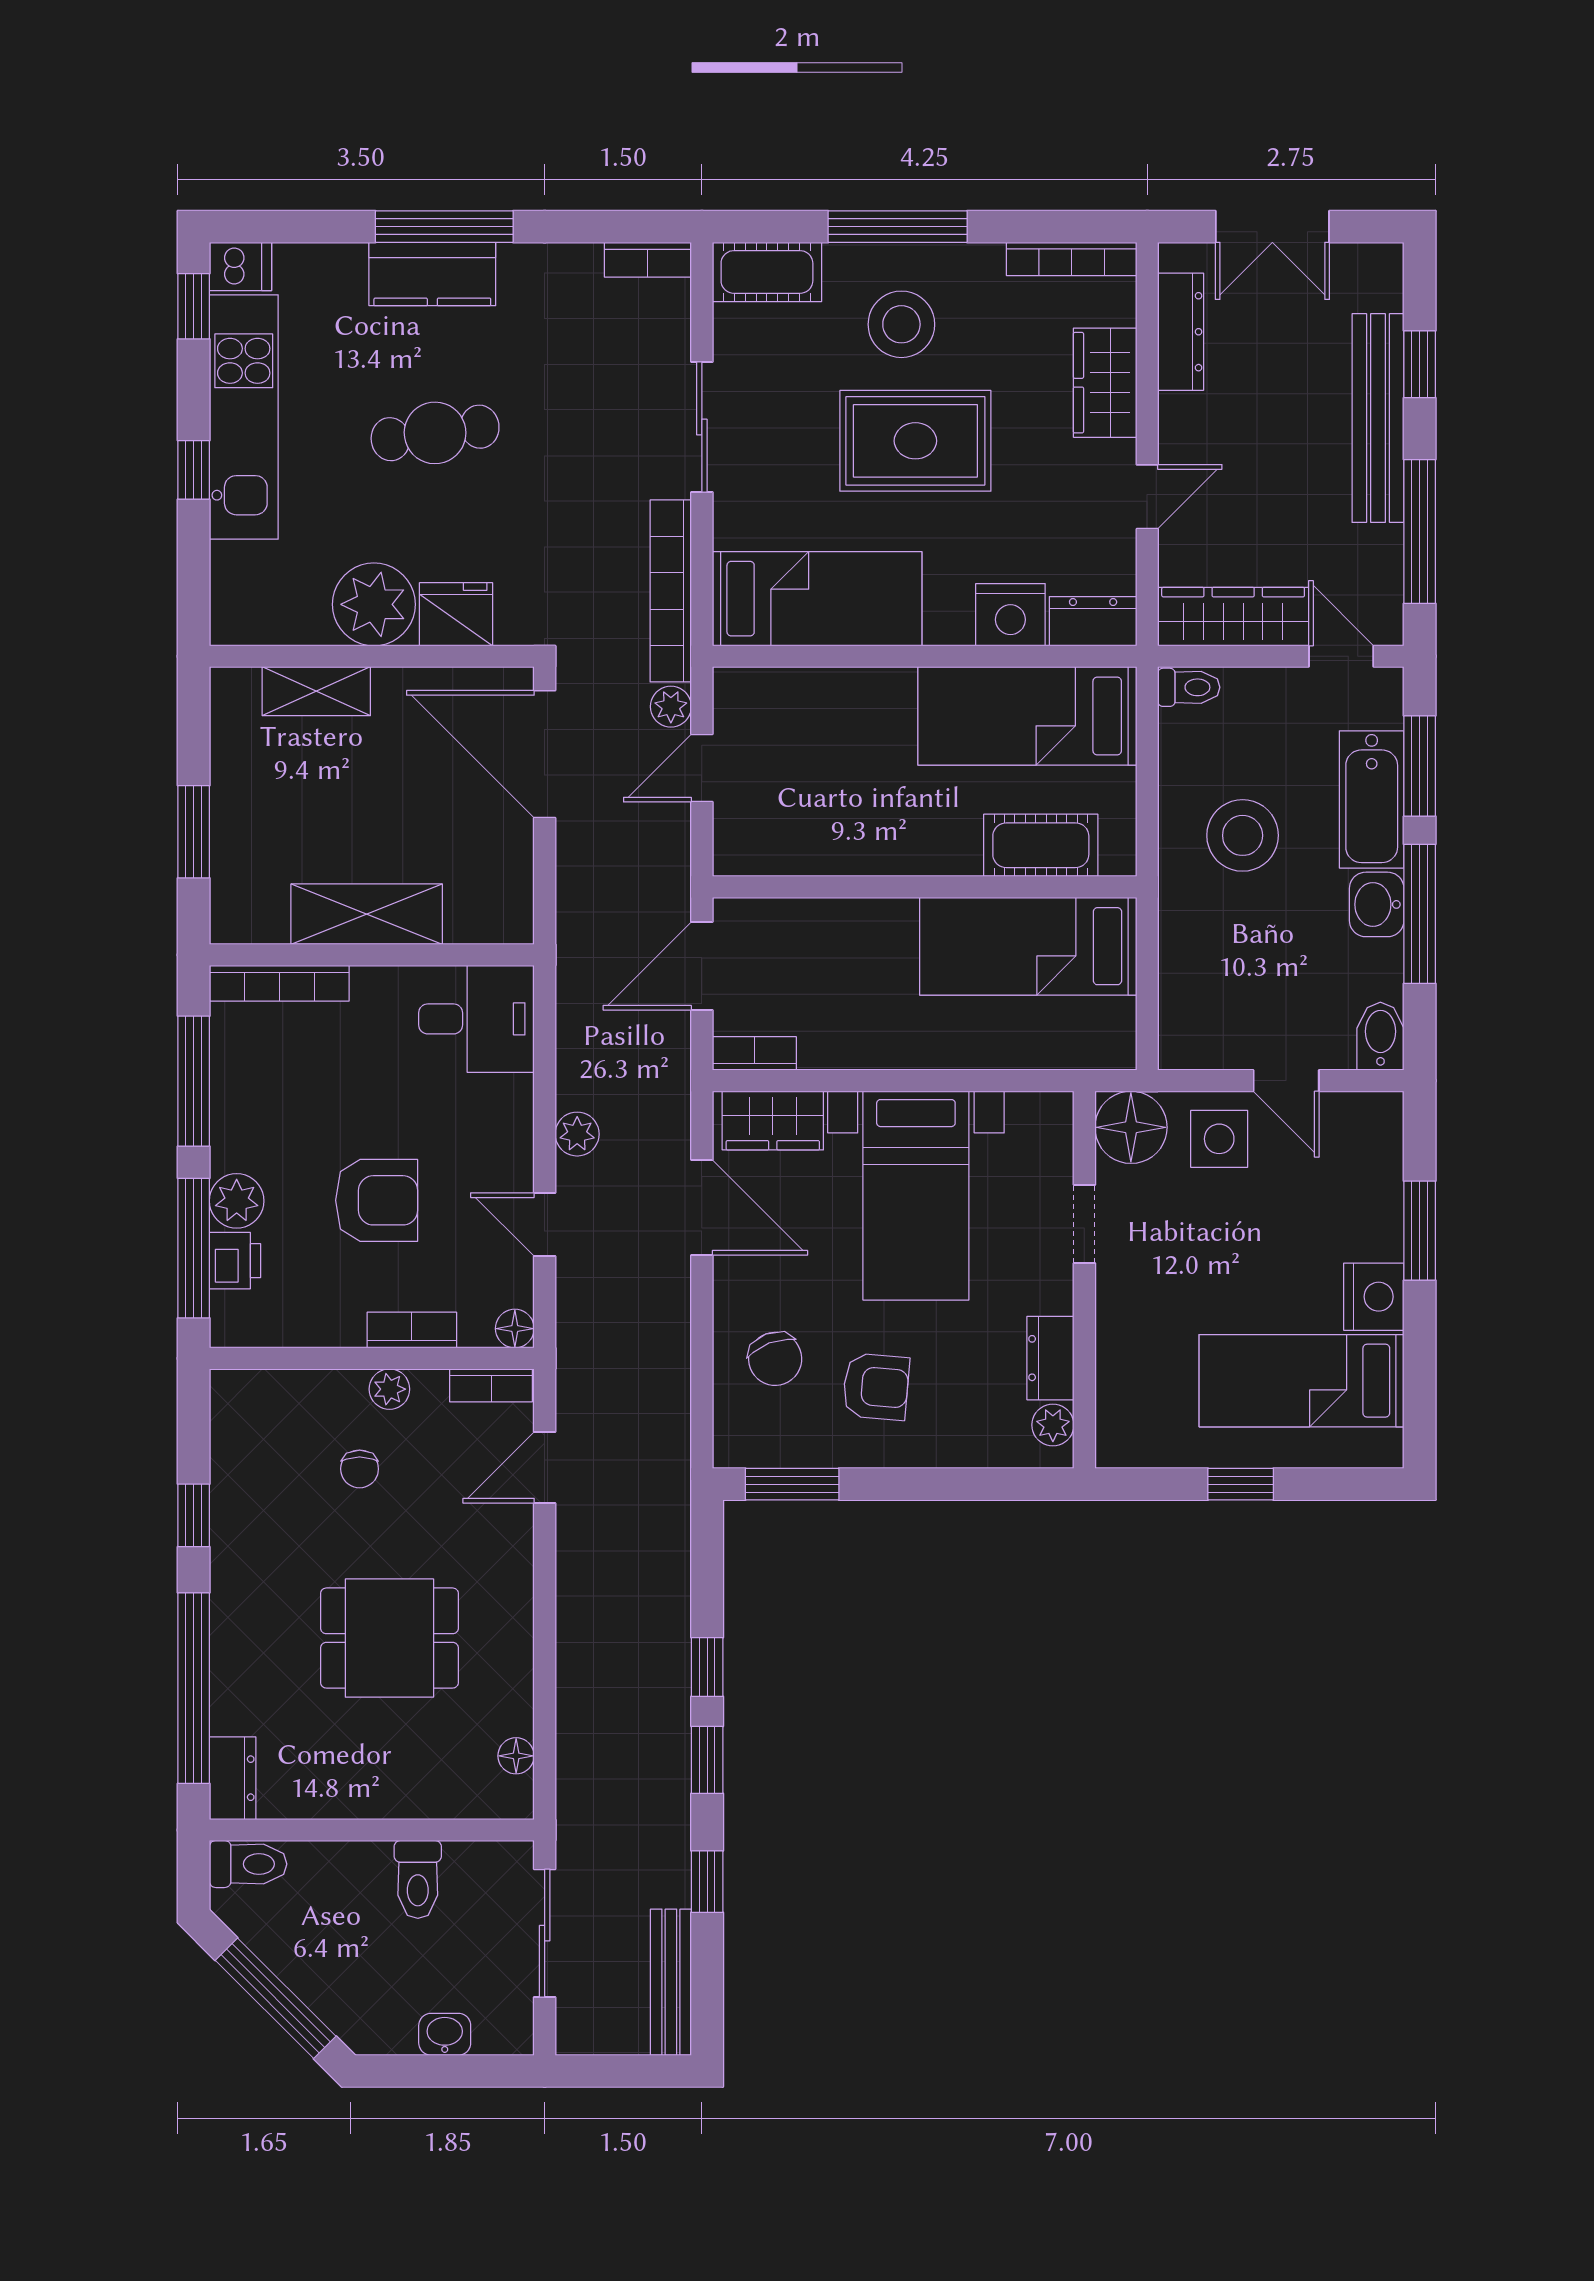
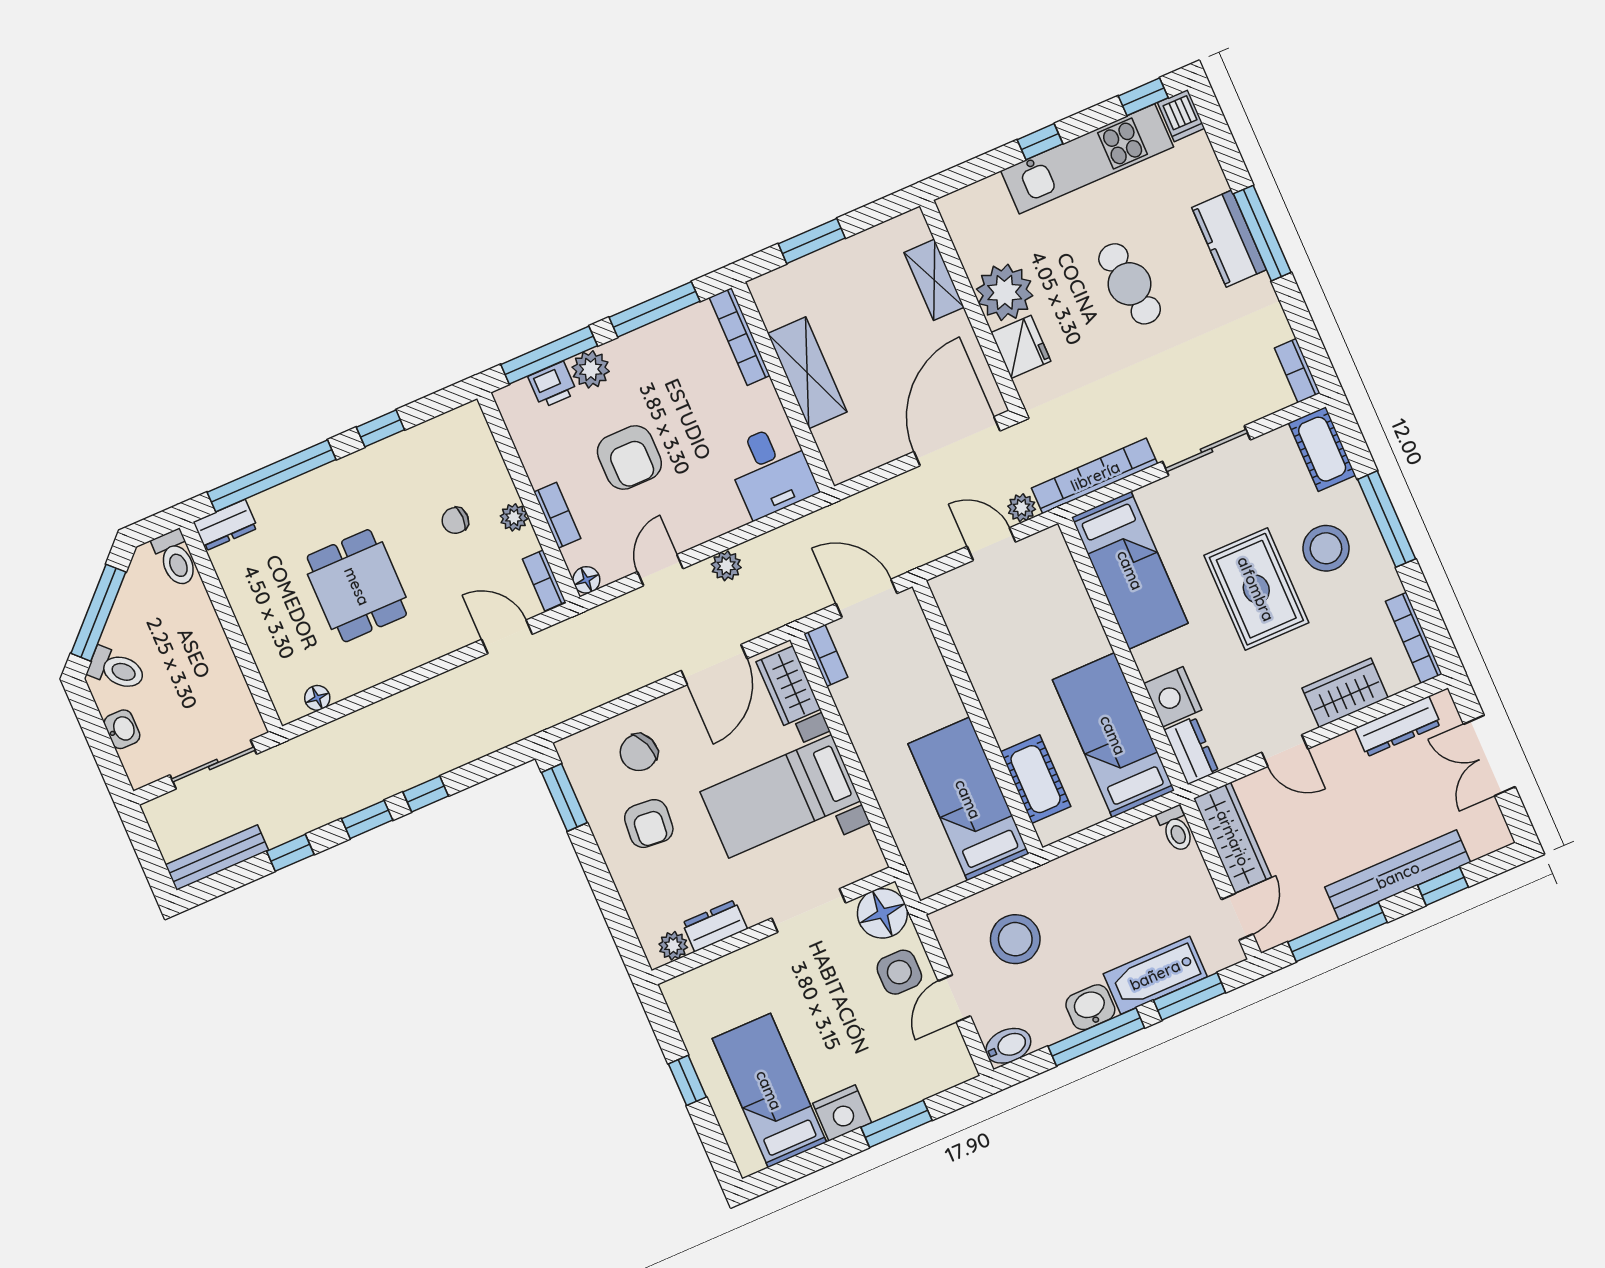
stool: (1243, 835) -> (1015, 939), moved
doorway: (1084, 1224) -> (809, 910), width x1.38
toilet: (418, 1879) -> (117, 669), moved, turned -135

